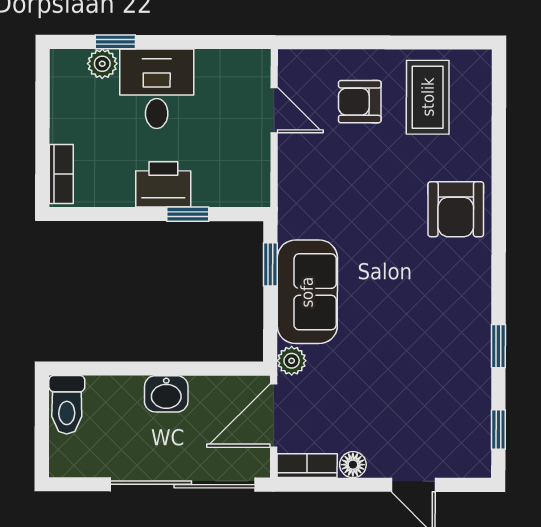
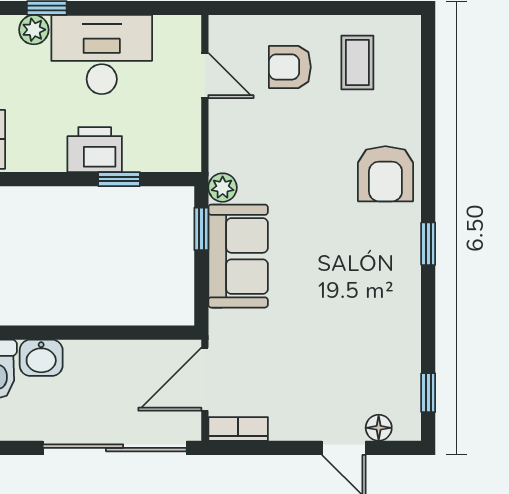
desk: (157, 89) -> (102, 55), width x1.37
coffee table: (428, 97) -> (357, 63), width x0.73, depth x0.77
window: (498, 346) -> (428, 244), moved
plant: (292, 361) -> (223, 188), moved
washbasin: (166, 394) -> (41, 358), moved
floor lamp: (353, 465) -> (379, 428), moved

